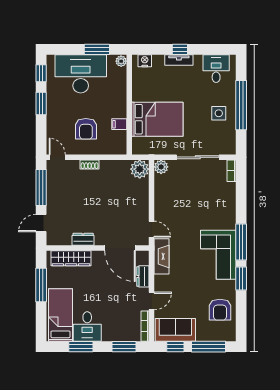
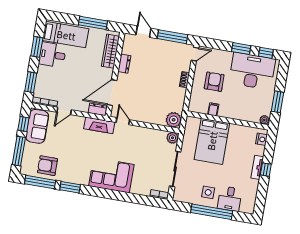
desk: (216, 69) -> (230, 199), moved, turned 90
desk: (81, 74) -> (252, 71), moved, turned -90
armchair: (86, 129) -> (214, 82), turned 90
door: (152, 229) -> (123, 121), swing flipped
window: (241, 242) -> (40, 182), moved
corner sofa: (218, 255) -> (111, 175), moved
dresser: (143, 276) -> (98, 109), moved
door: (152, 301) -> (64, 111), hinge flipped

